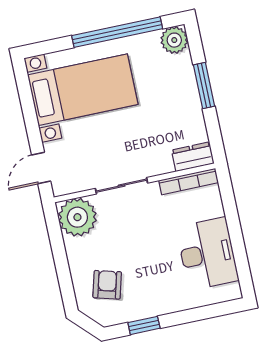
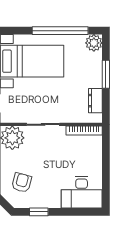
dresser: (193, 157) -> (95, 101), moved, turned -90
desk: (207, 254) -> (82, 192), moved, turned 90

